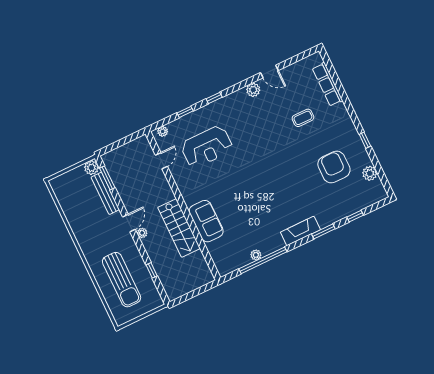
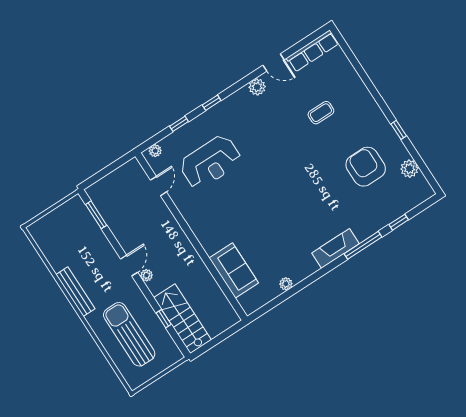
row of seats: (328, 84) -> (313, 51), moved, turned -90
plant: (91, 168) -> (76, 205), removed
bench: (105, 193) -> (75, 292), moved
sofa: (206, 221) -> (234, 271), moved
stairs: (179, 228) -> (183, 319), moved, turned 180
window: (323, 231) -> (363, 245), width x1.44
window: (263, 260) -> (295, 289), removed
sun lounger: (122, 280) -> (129, 334), turned 180

